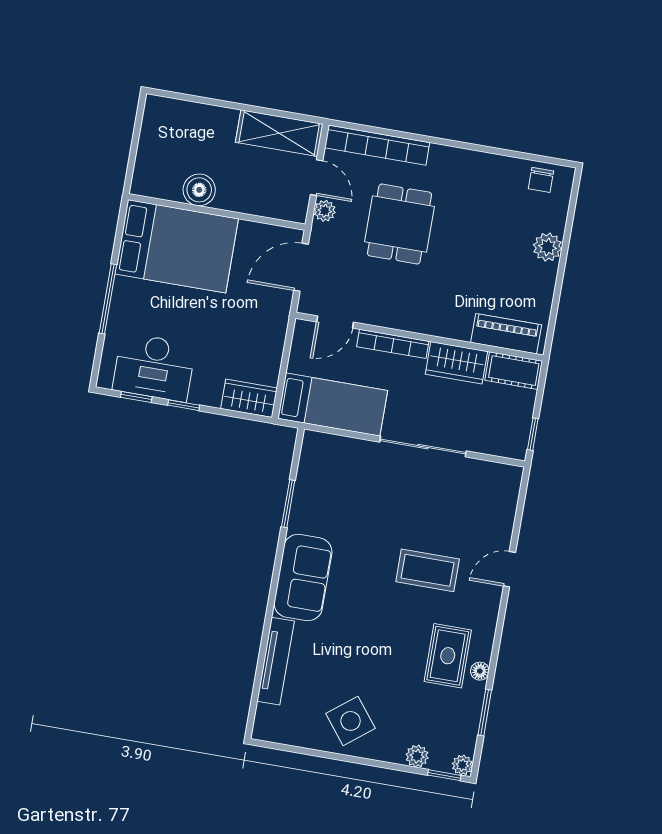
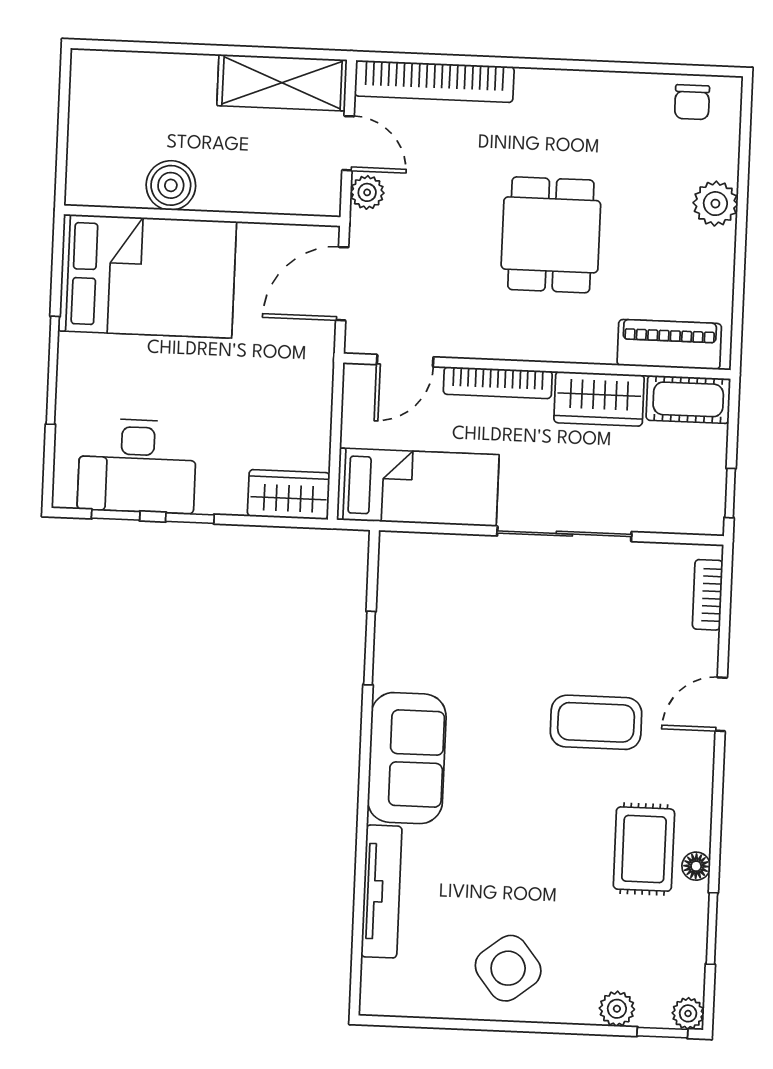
dining table: (399, 224) -> (551, 235), moved
bookcase: (510, 498) -> (708, 595), added

